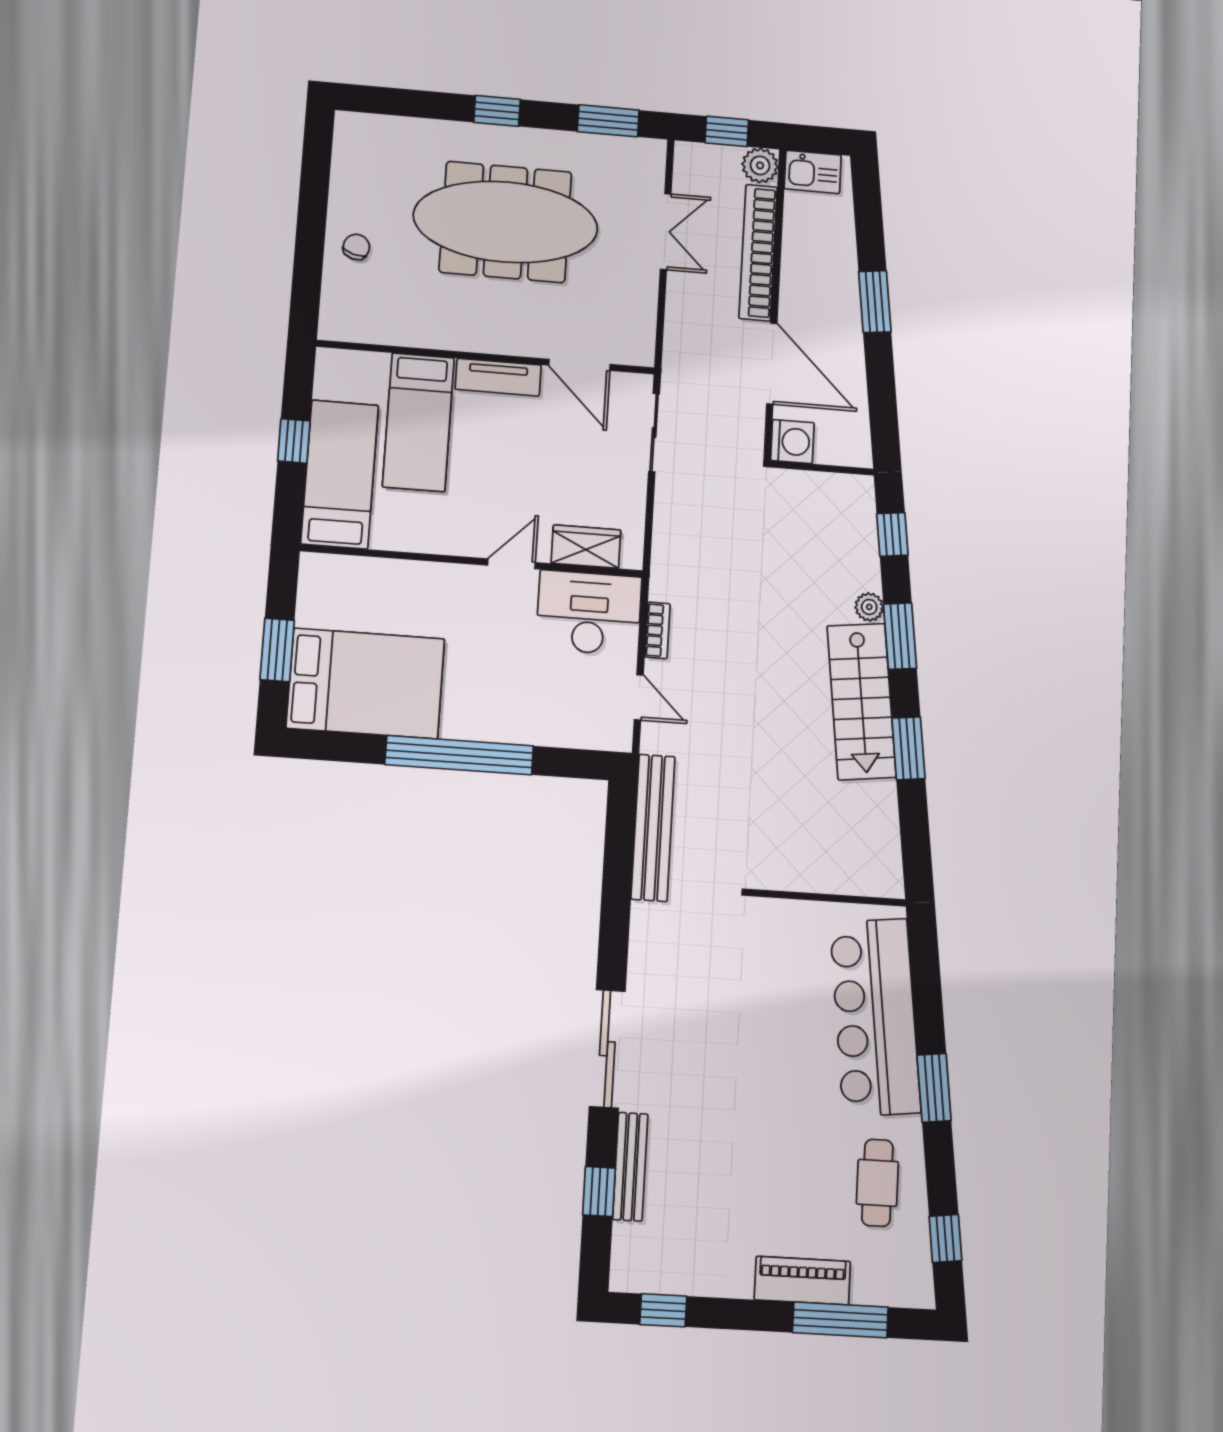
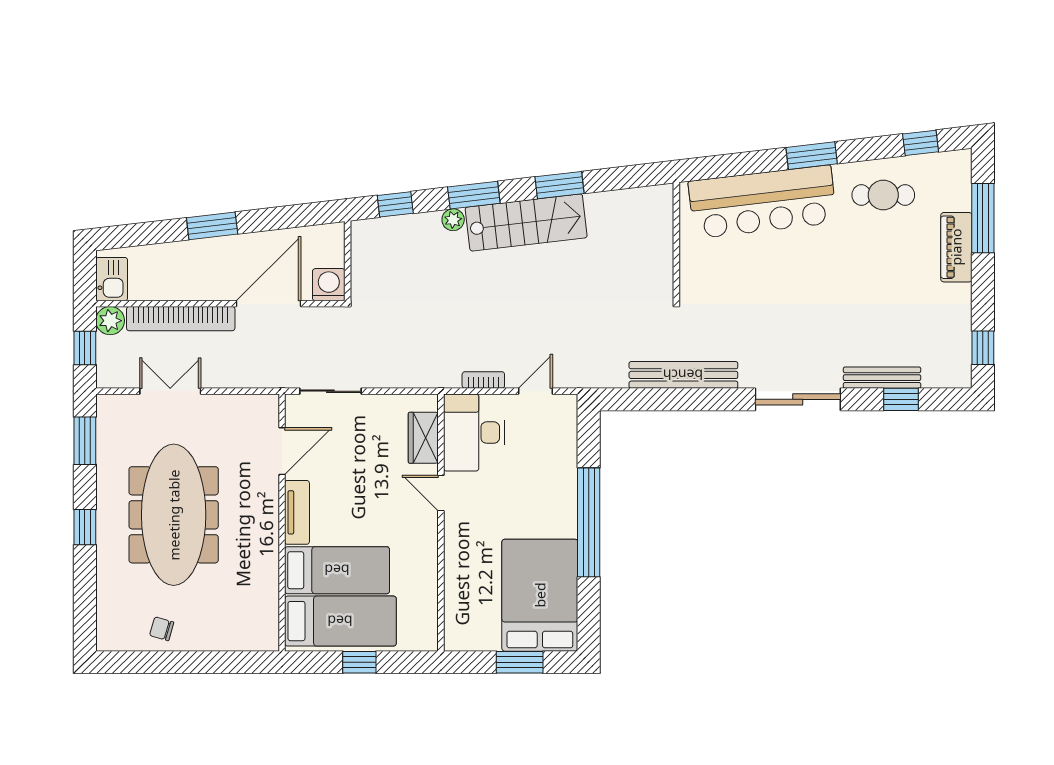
chair: (356, 247) -> (162, 629), moved
bed: (340, 474) -> (340, 621), moved, turned 180
bench: (653, 828) -> (683, 375), moved

